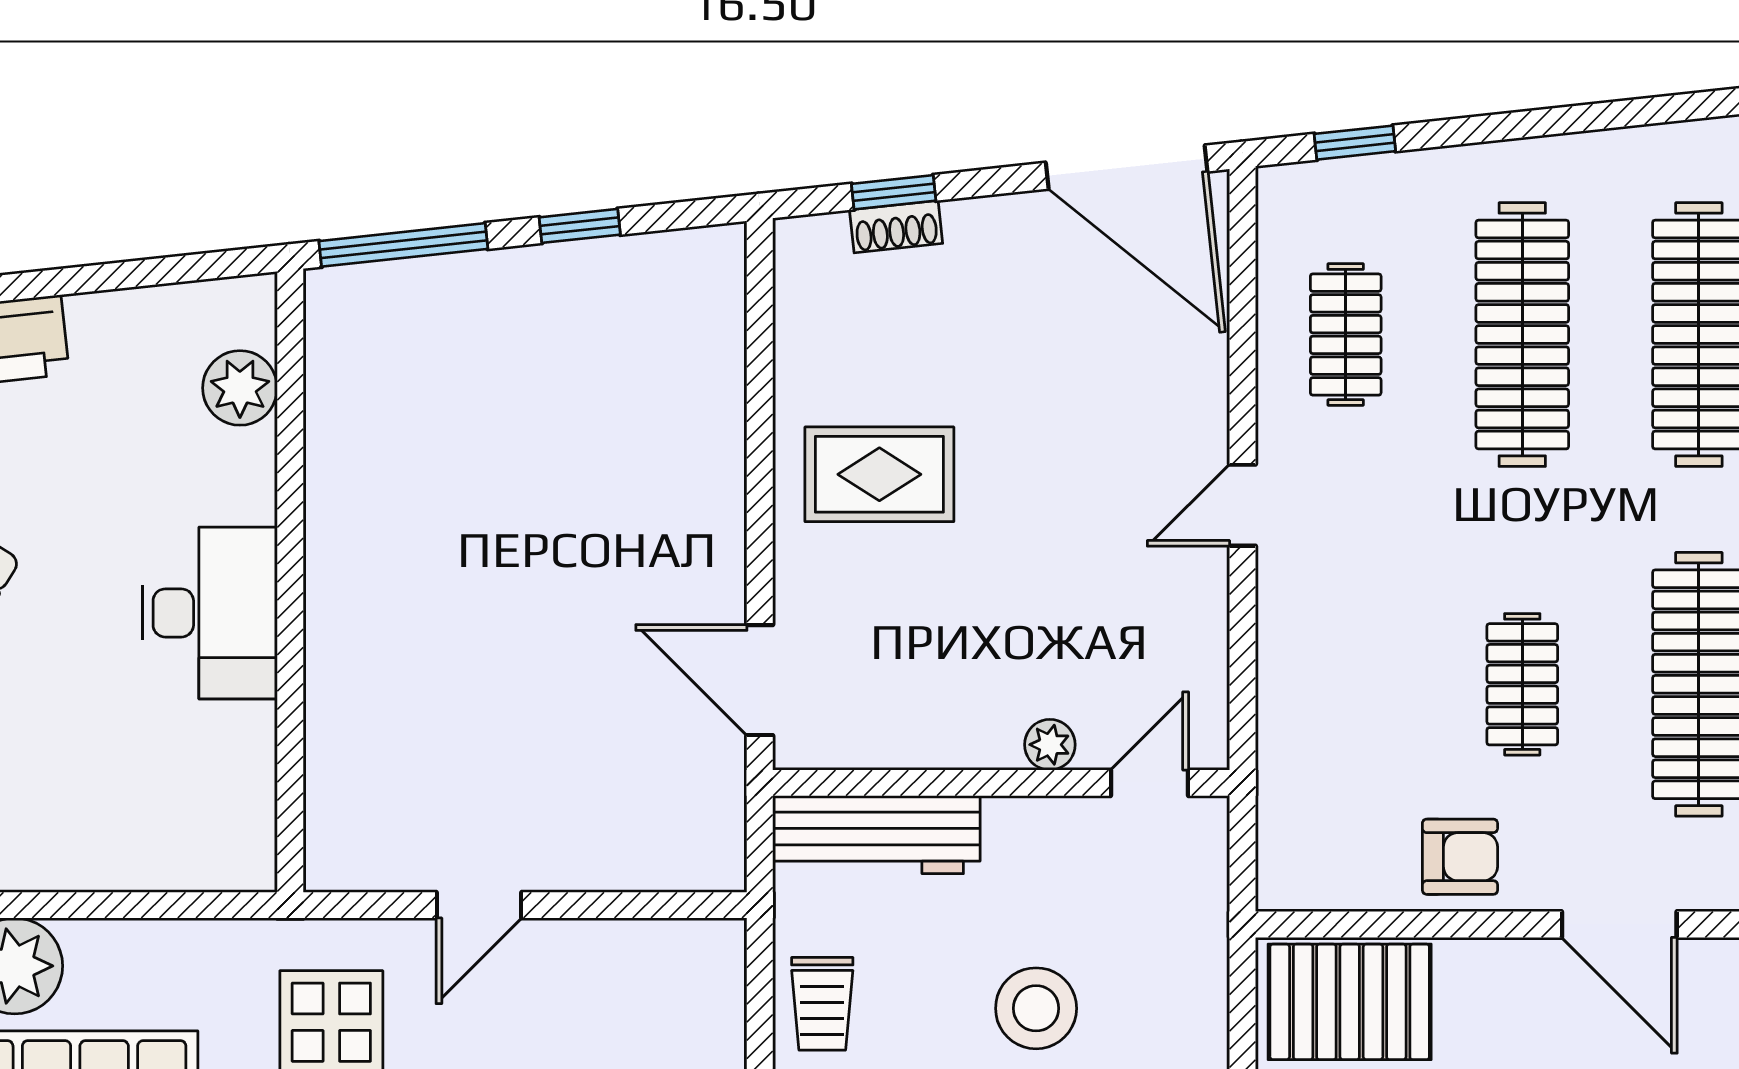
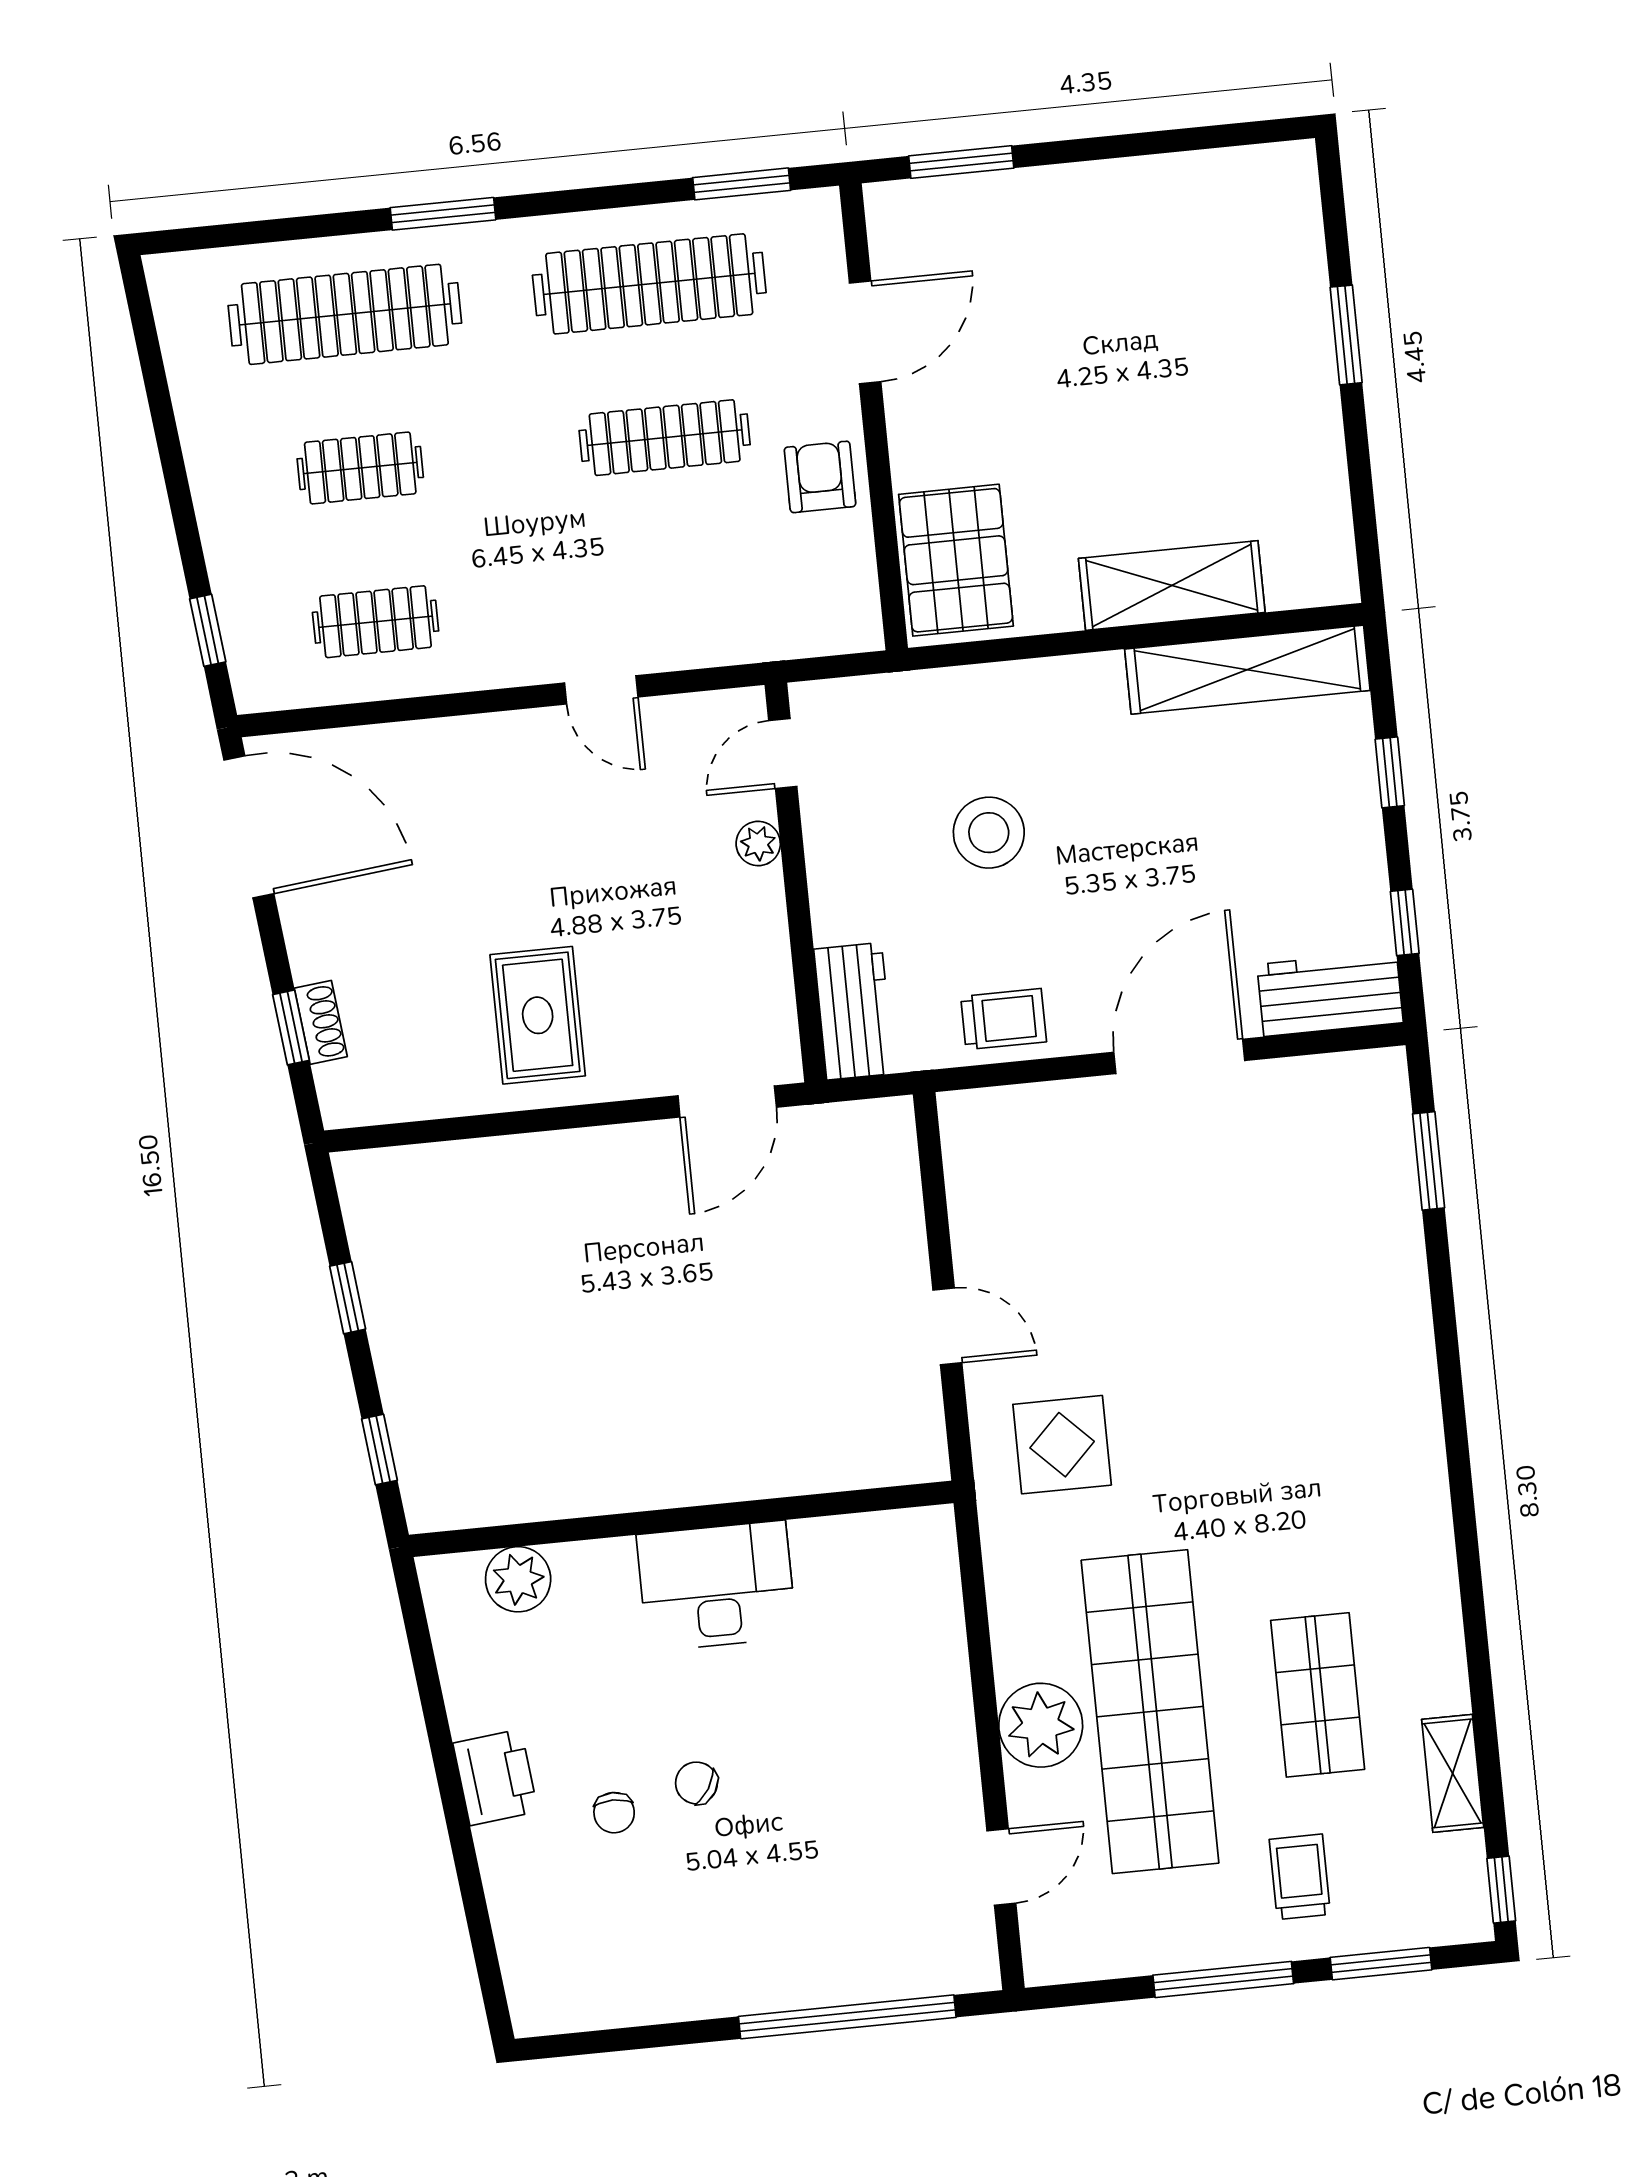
door: (1127, 167) -> (249, 827), hinge flipped
window: (403, 245) -> (379, 1450), width x0.46
clothes rail: (1522, 335) -> (360, 468), width x0.54, depth x0.76
door: (1242, 505) -> (601, 690), moved
clothes rail: (1522, 684) -> (665, 438), width x1.36
door: (1149, 783) -> (783, 754), hinge flipped
workbench: (876, 835) -> (854, 1011), width x0.73

